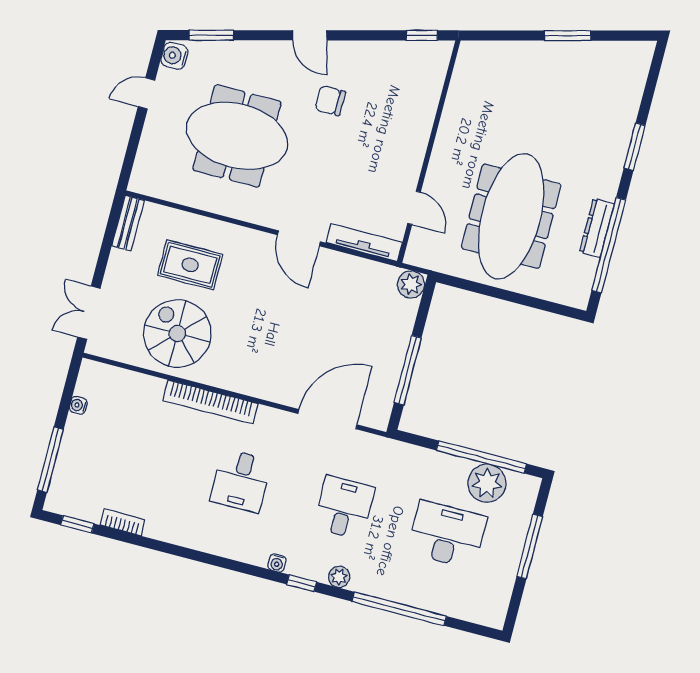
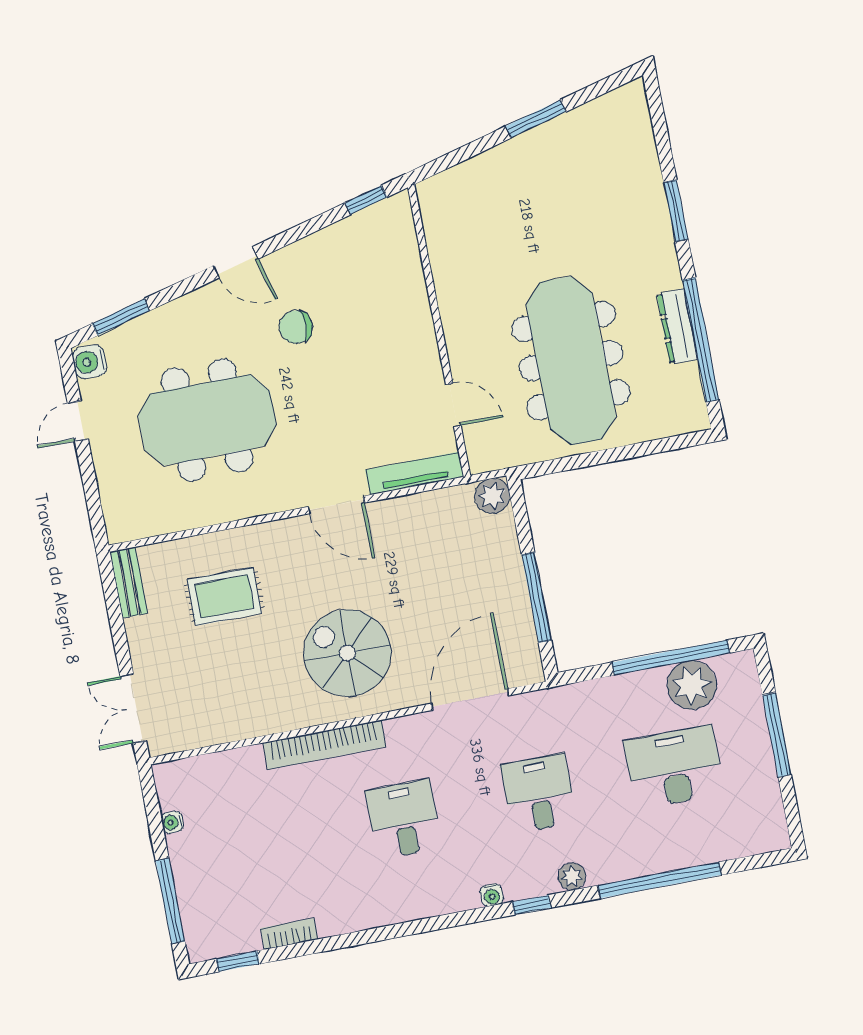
spiral stairs: (177, 333) -> (347, 653), moved
desk: (241, 481) -> (404, 819), turned 180

